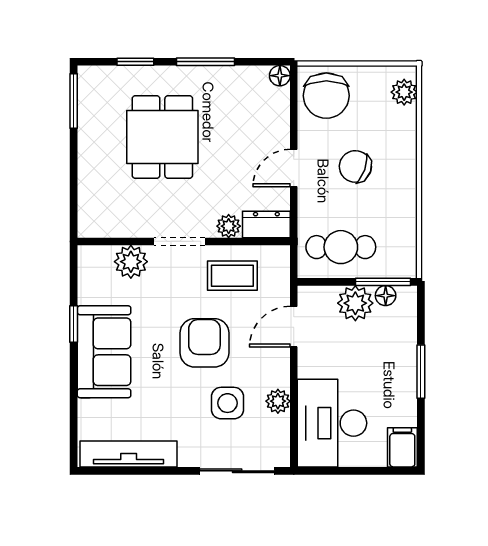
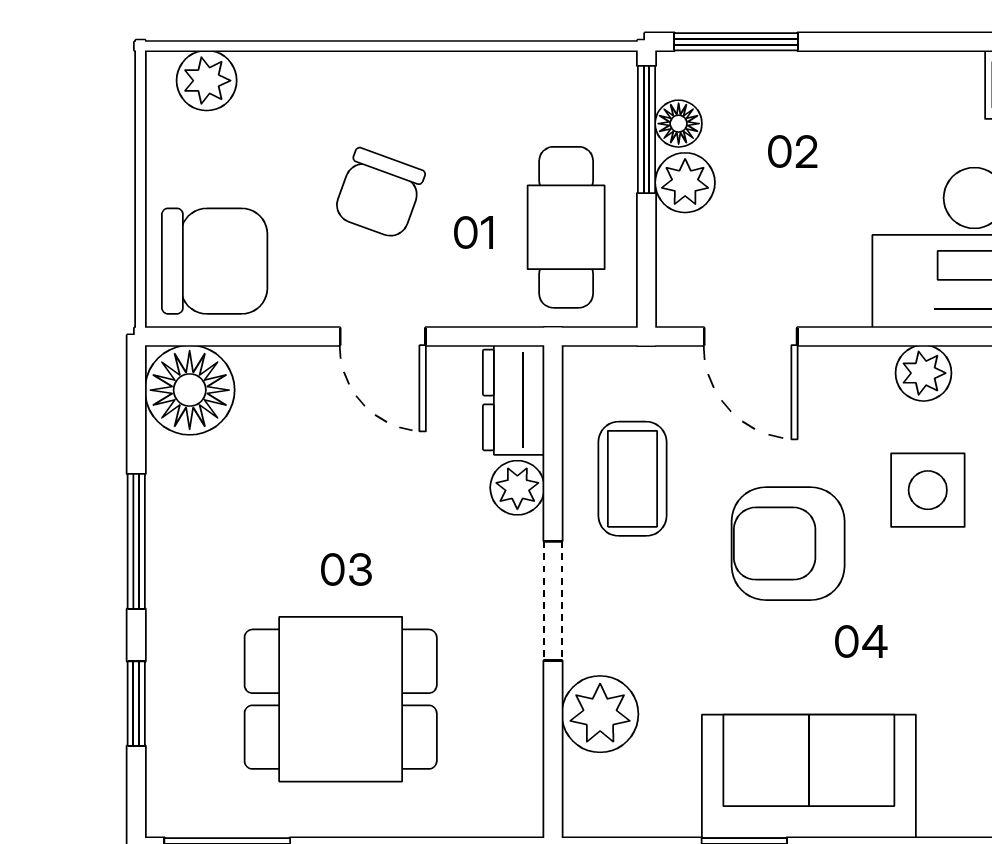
floor lamp: (280, 76) -> (190, 390), width x1.89, depth x1.89
dining table: (162, 137) -> (341, 699), moved
plant: (355, 303) -> (685, 183), width x0.73, depth x0.73
window: (421, 372) -> (736, 42), moved

